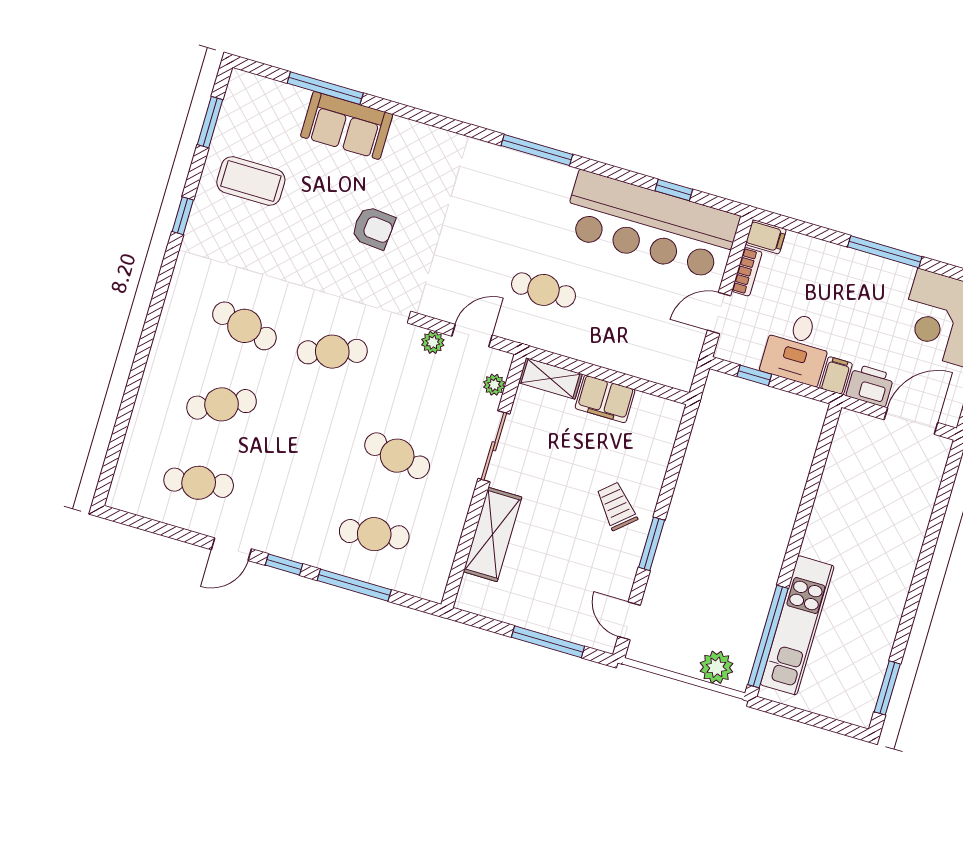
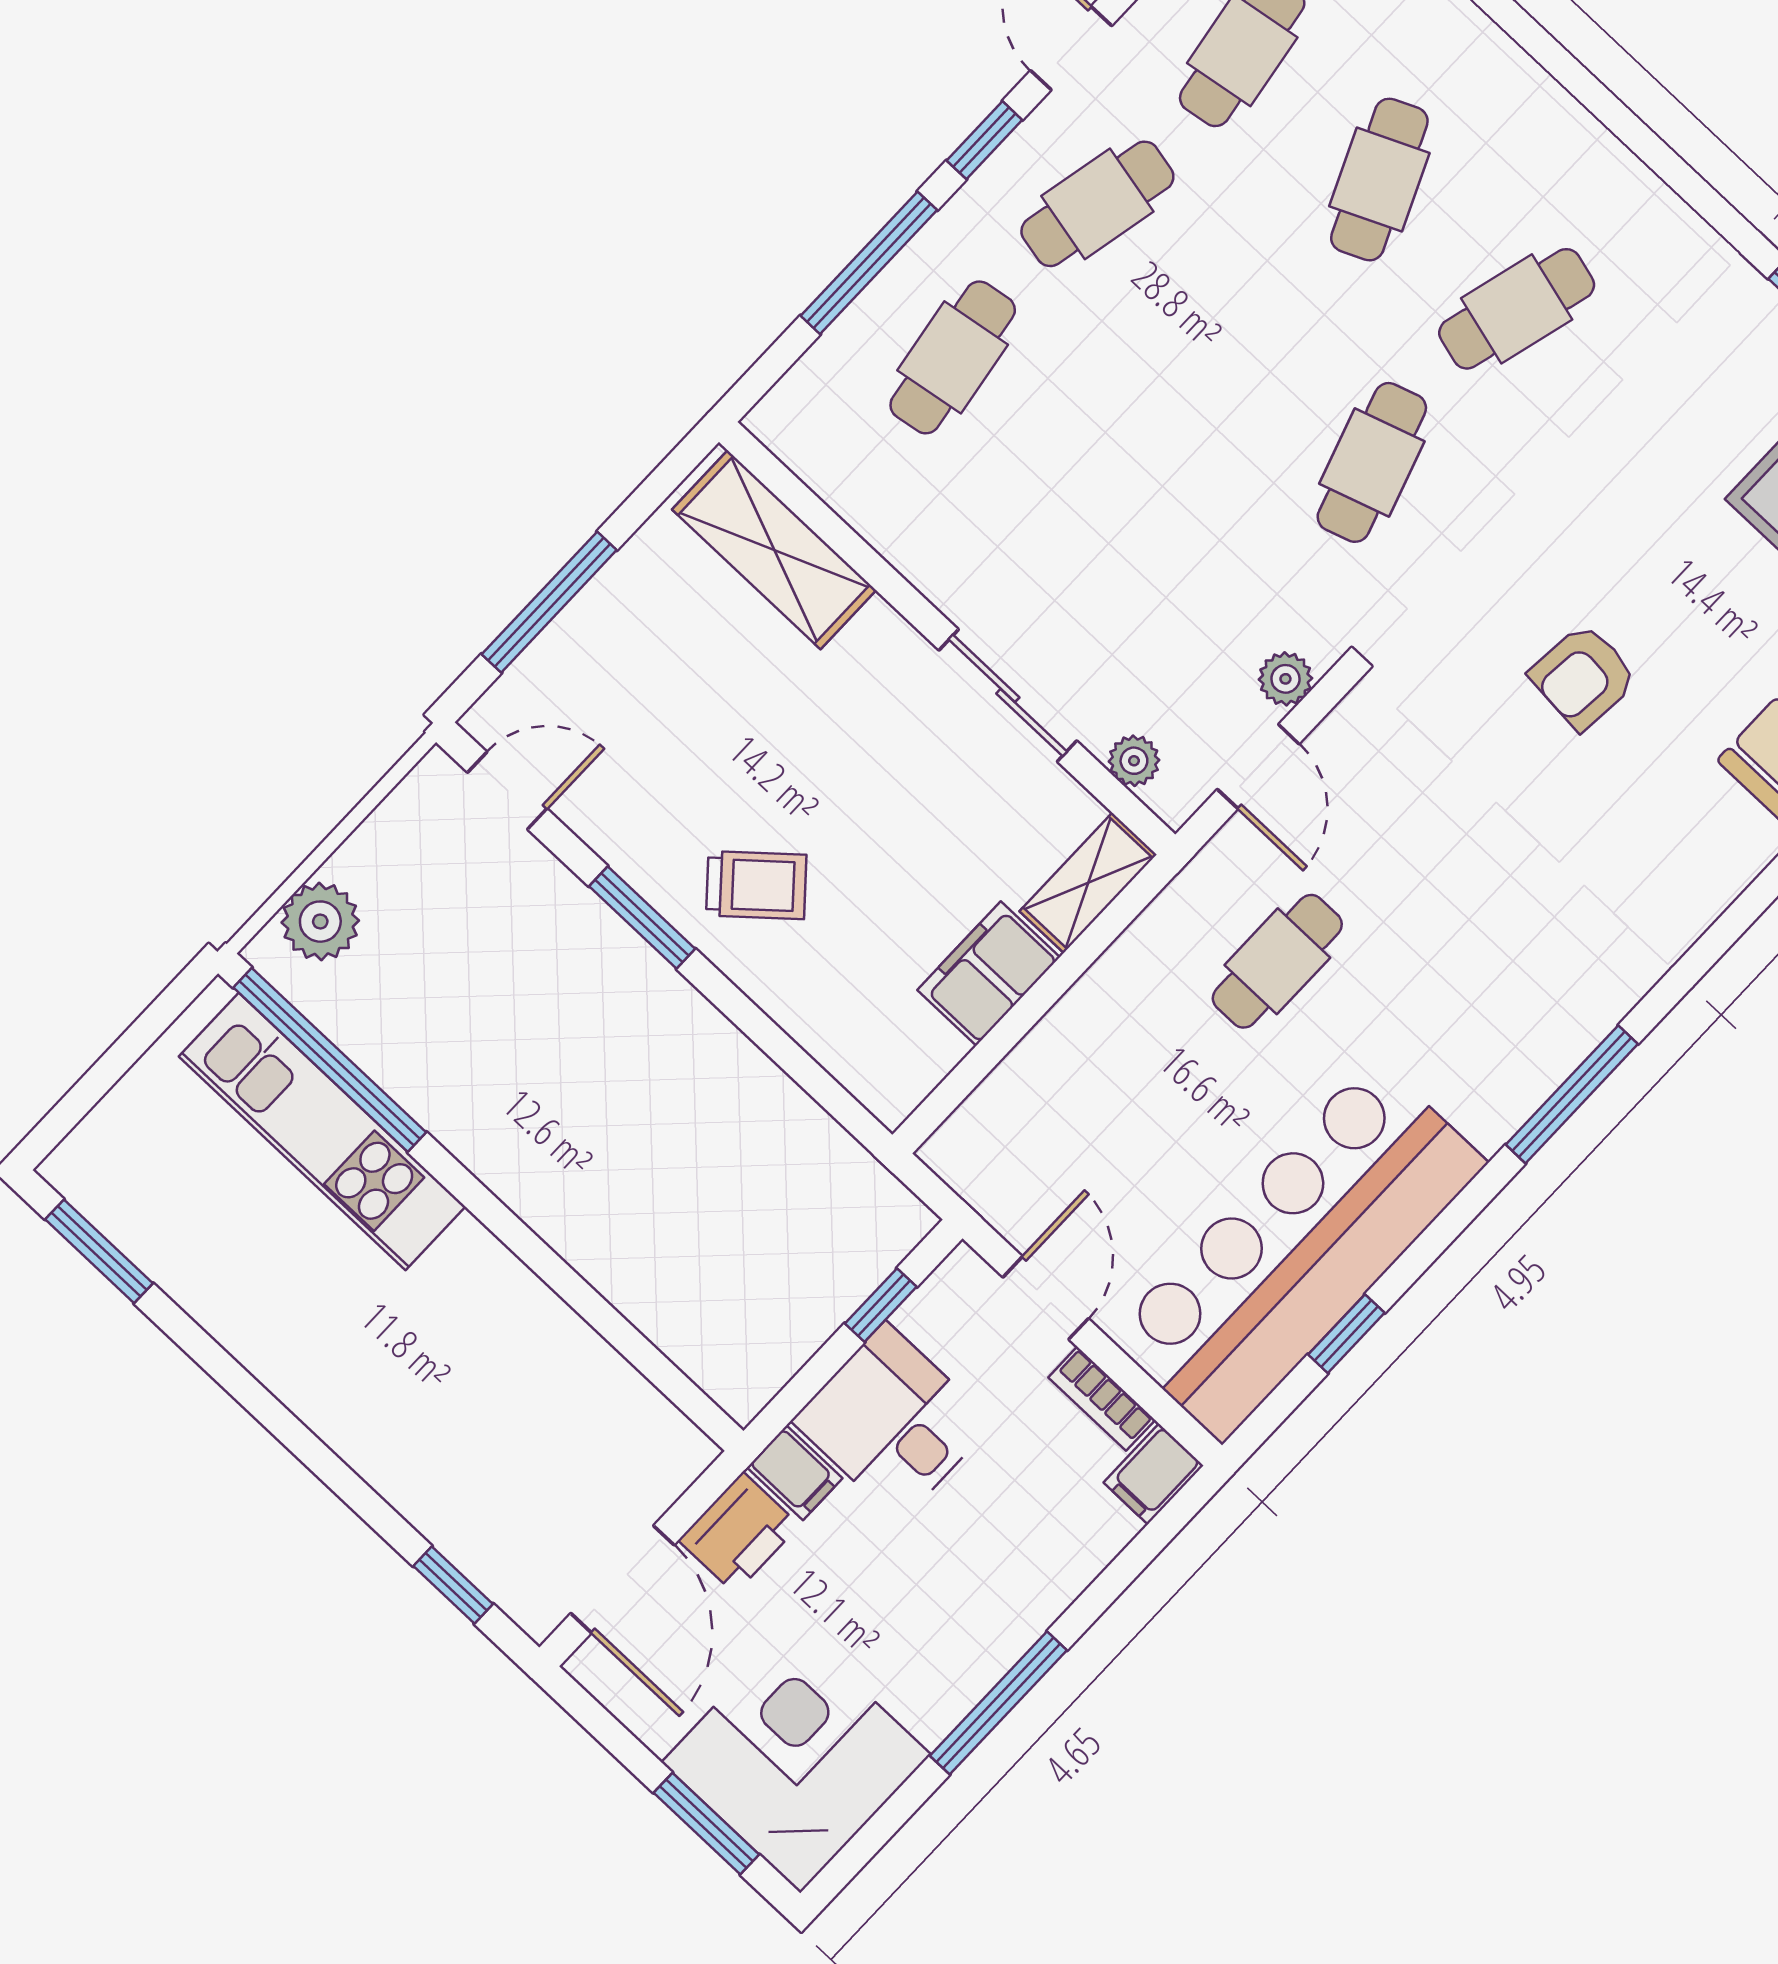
cafe table: (397, 456) -> (1097, 204), moved
window: (946, 485) -> (453, 1585), added
shelving: (493, 534) -> (774, 550), moved

